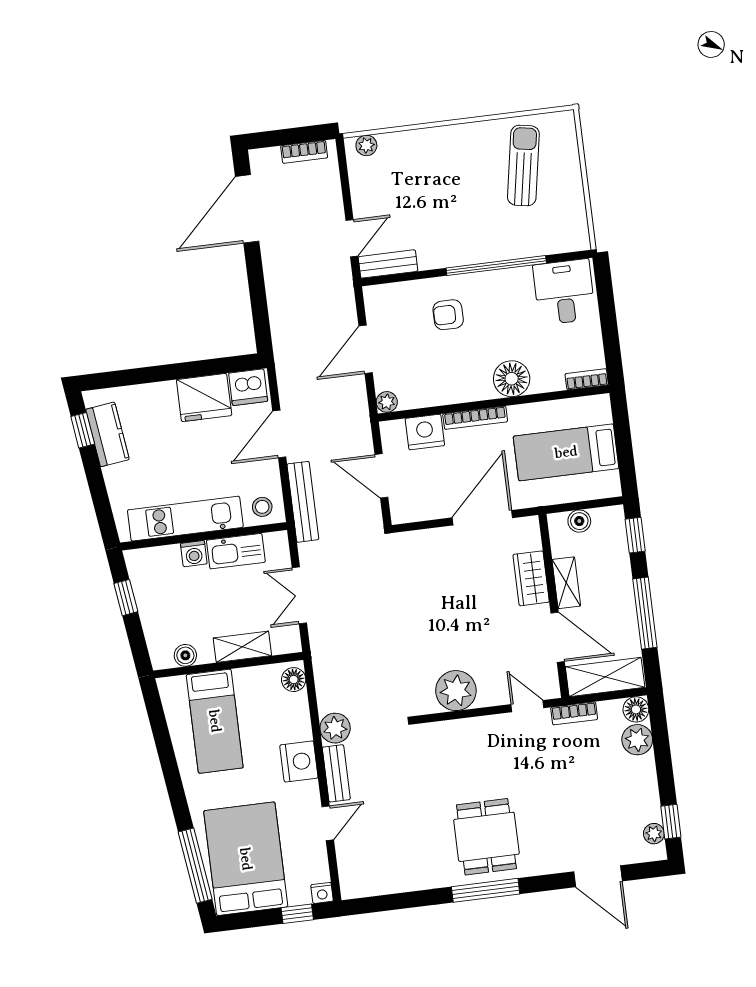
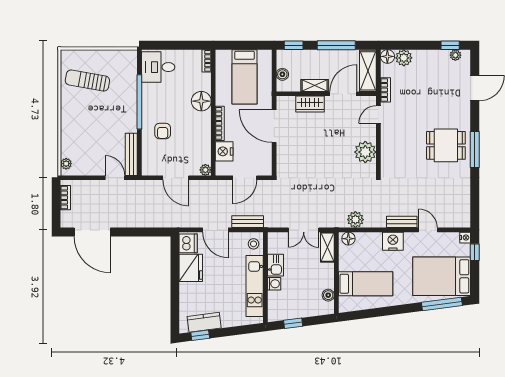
bench: (388, 264) -> (131, 154), width x1.36
bench: (303, 502) -> (248, 222), width x0.73
kitchen sink: (236, 551) -> (276, 265), width x0.73
shelving: (242, 647) -> (327, 247), moved
plant: (335, 728) -> (355, 220), moved

